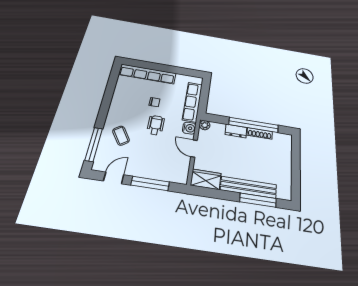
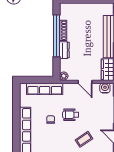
water cooler: (189, 128) -> (105, 88), moved
door: (194, 148) -> (85, 82), hinge flipped

